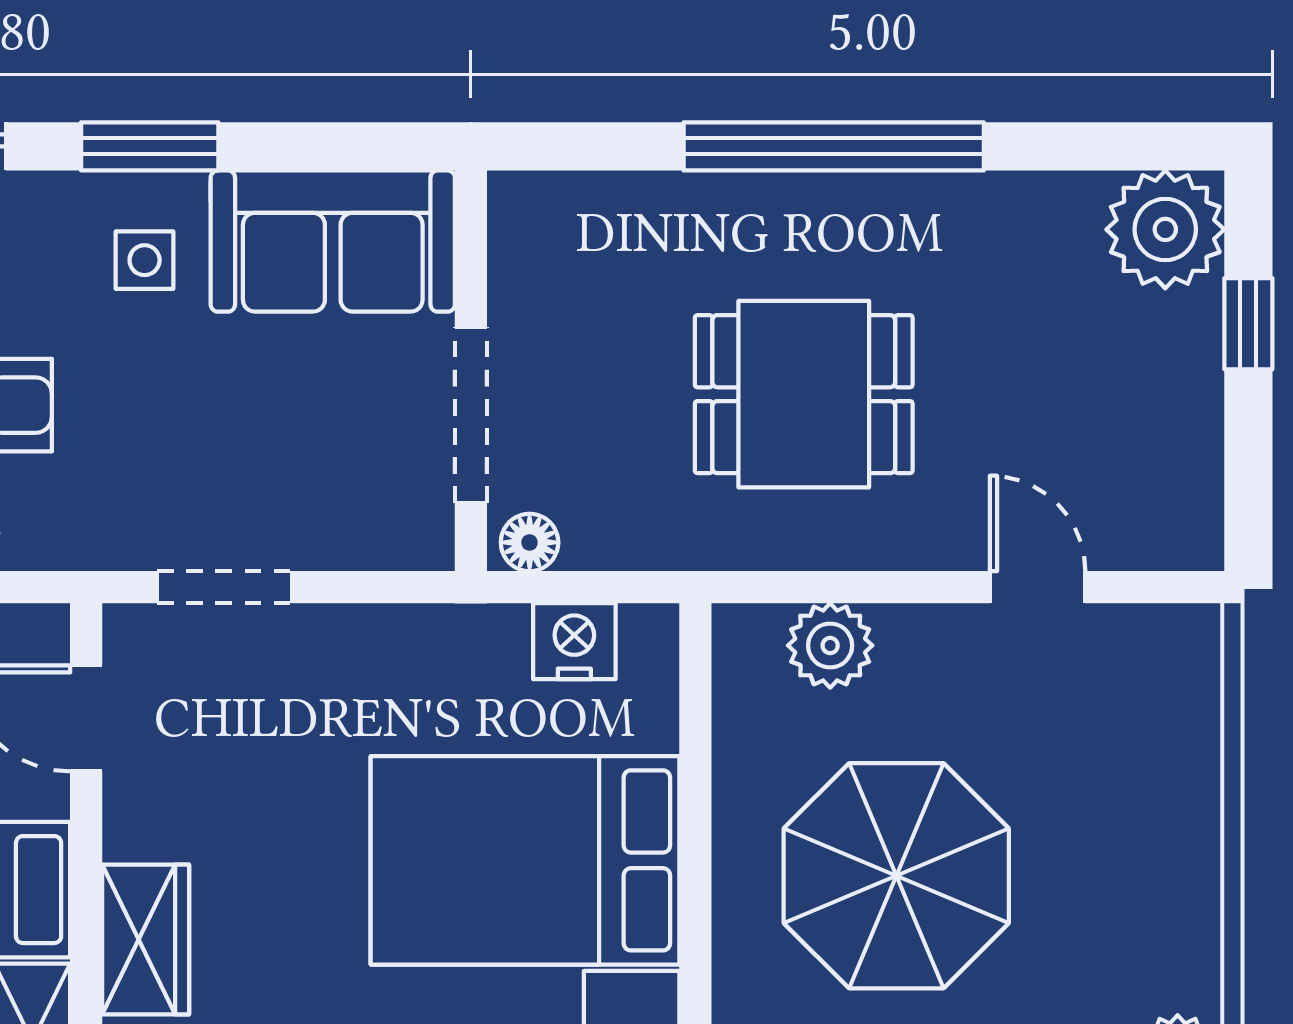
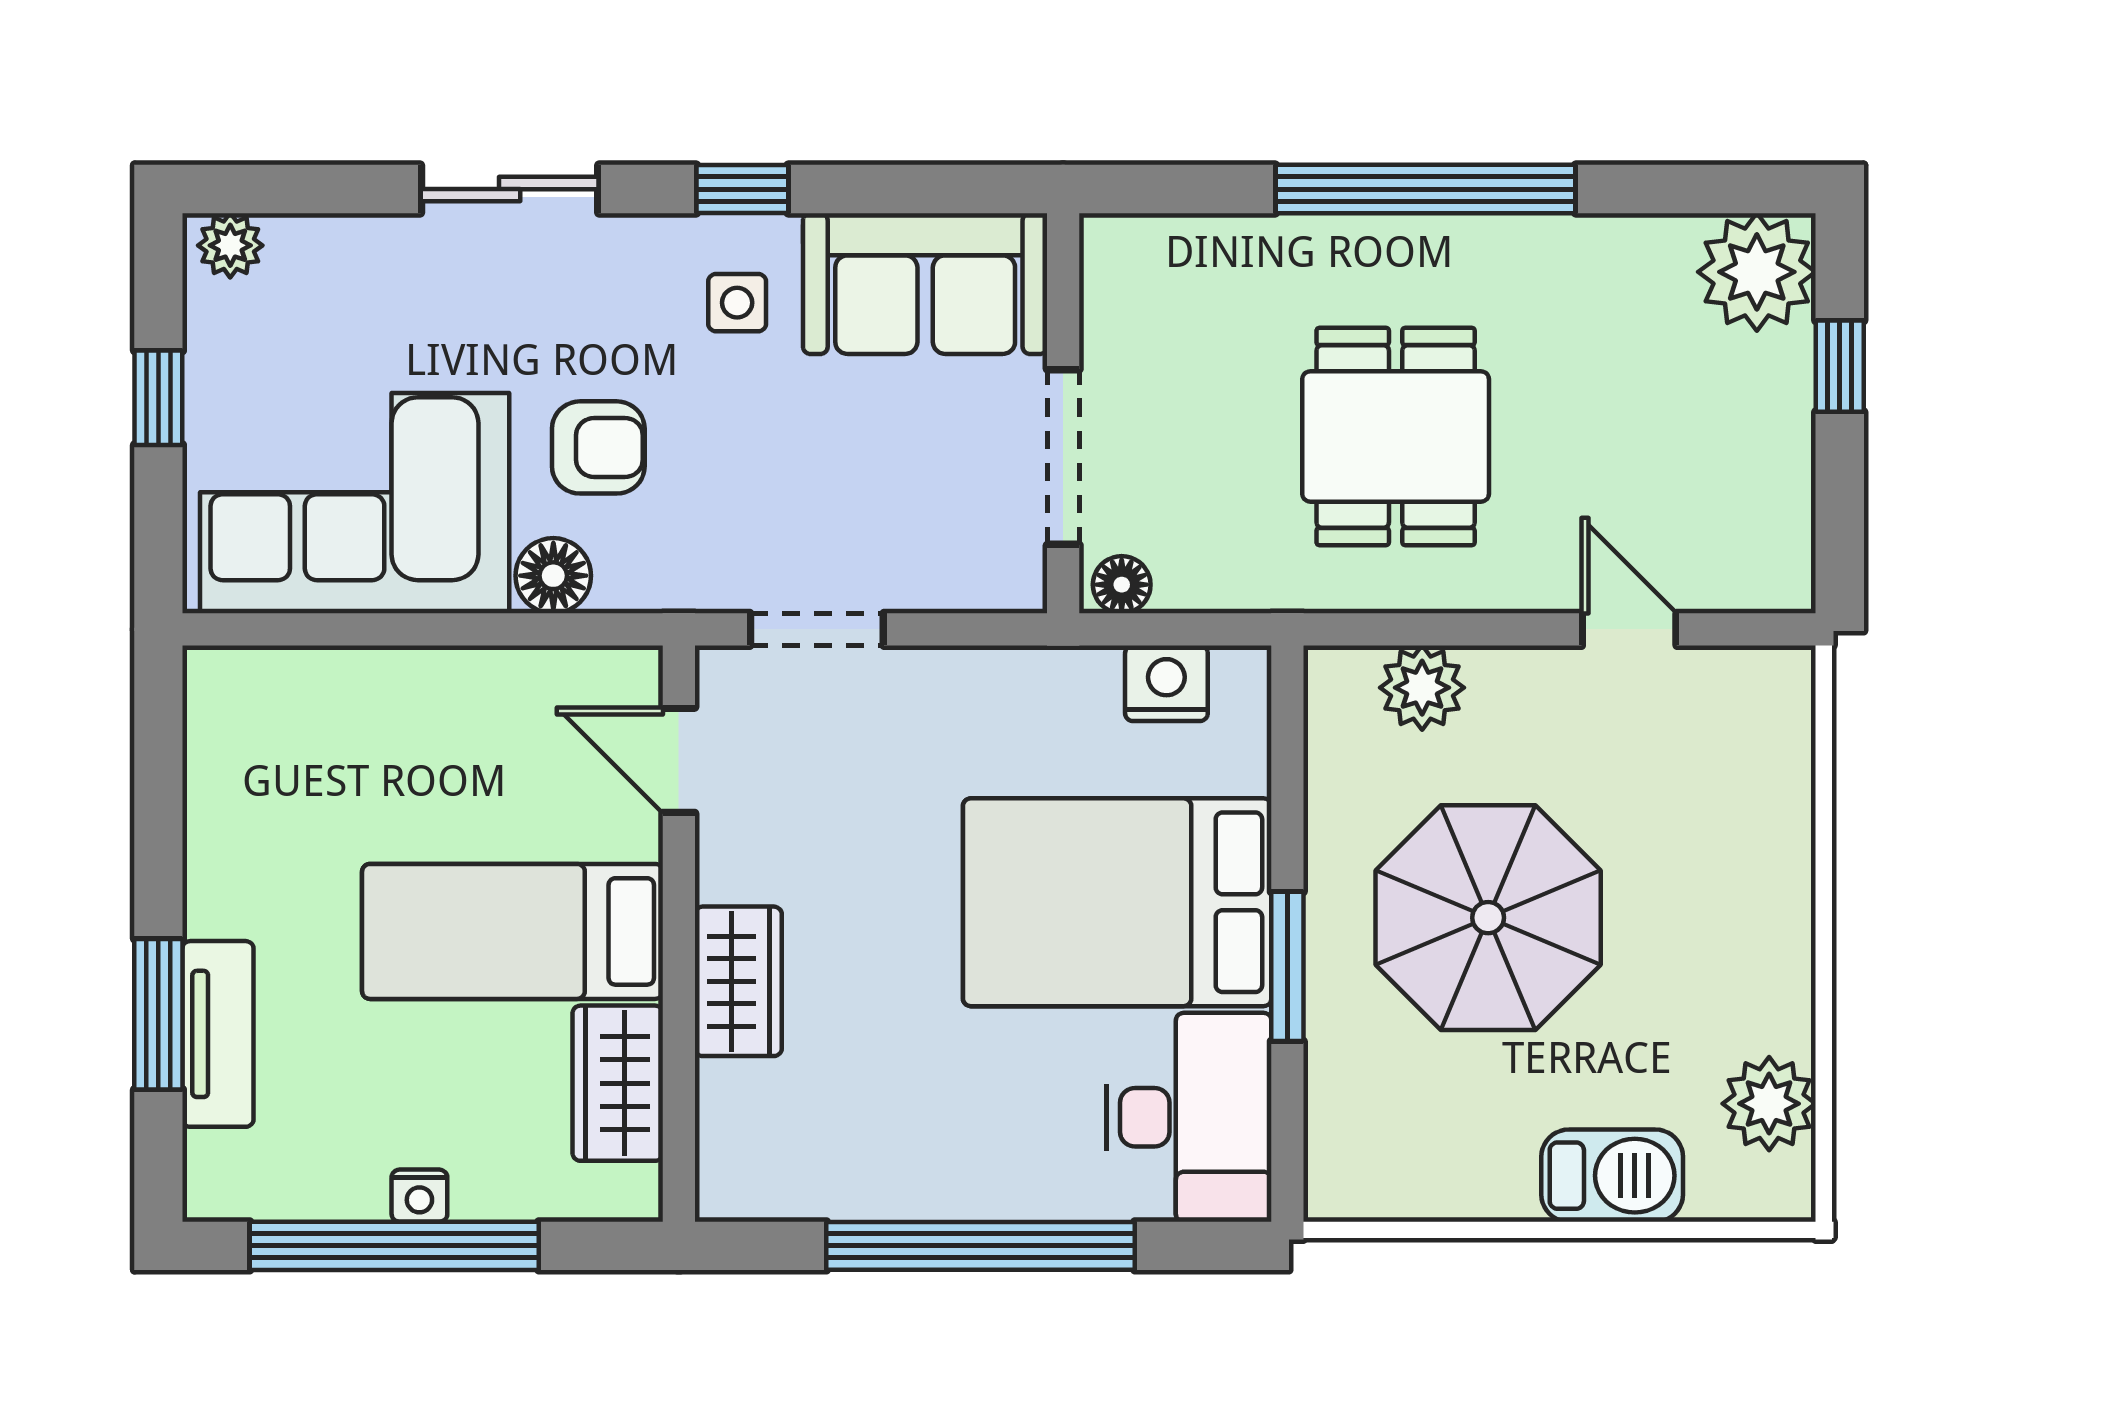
window: (150, 146) -> (742, 189), width x0.67
dining table: (804, 394) -> (1396, 436), turned 90
window: (695, 925) -> (1287, 966), added

